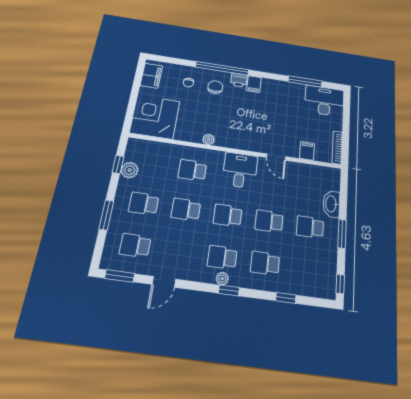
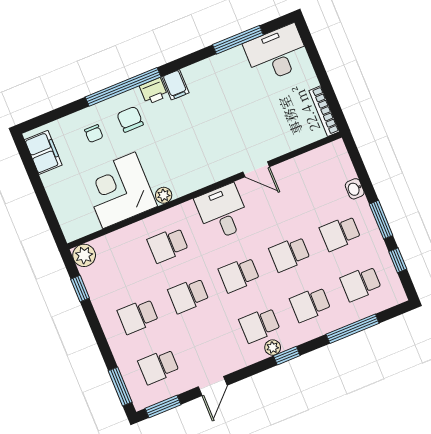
corner desk: (155, 117) -> (119, 190), moved
filing cabinet: (307, 151) -> (289, 138), removed
plant: (130, 170) -> (84, 255), moved
washbasin: (331, 204) -> (355, 189), width x0.52, depth x0.69
window: (106, 215) -> (120, 386), moved
school desk: (307, 269) -> (361, 284), added
window: (340, 284) -> (398, 260), moved
window: (286, 298) -> (353, 329), width x2.17

